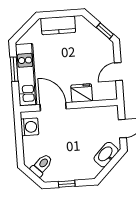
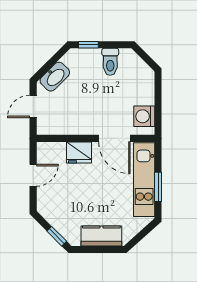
window: (105, 31) -> (57, 236), moved
toilet: (42, 165) -> (110, 62), moved, turned -45
window: (67, 184) -> (88, 45), moved

